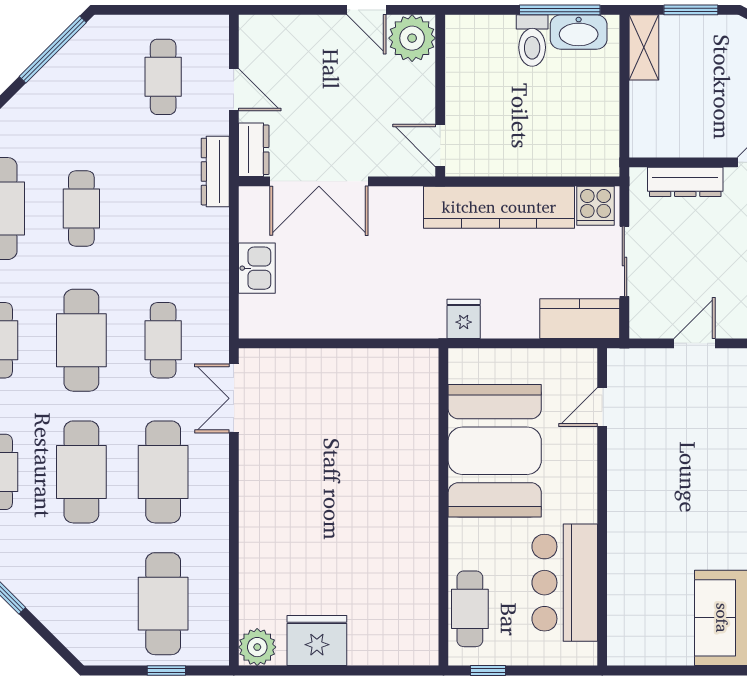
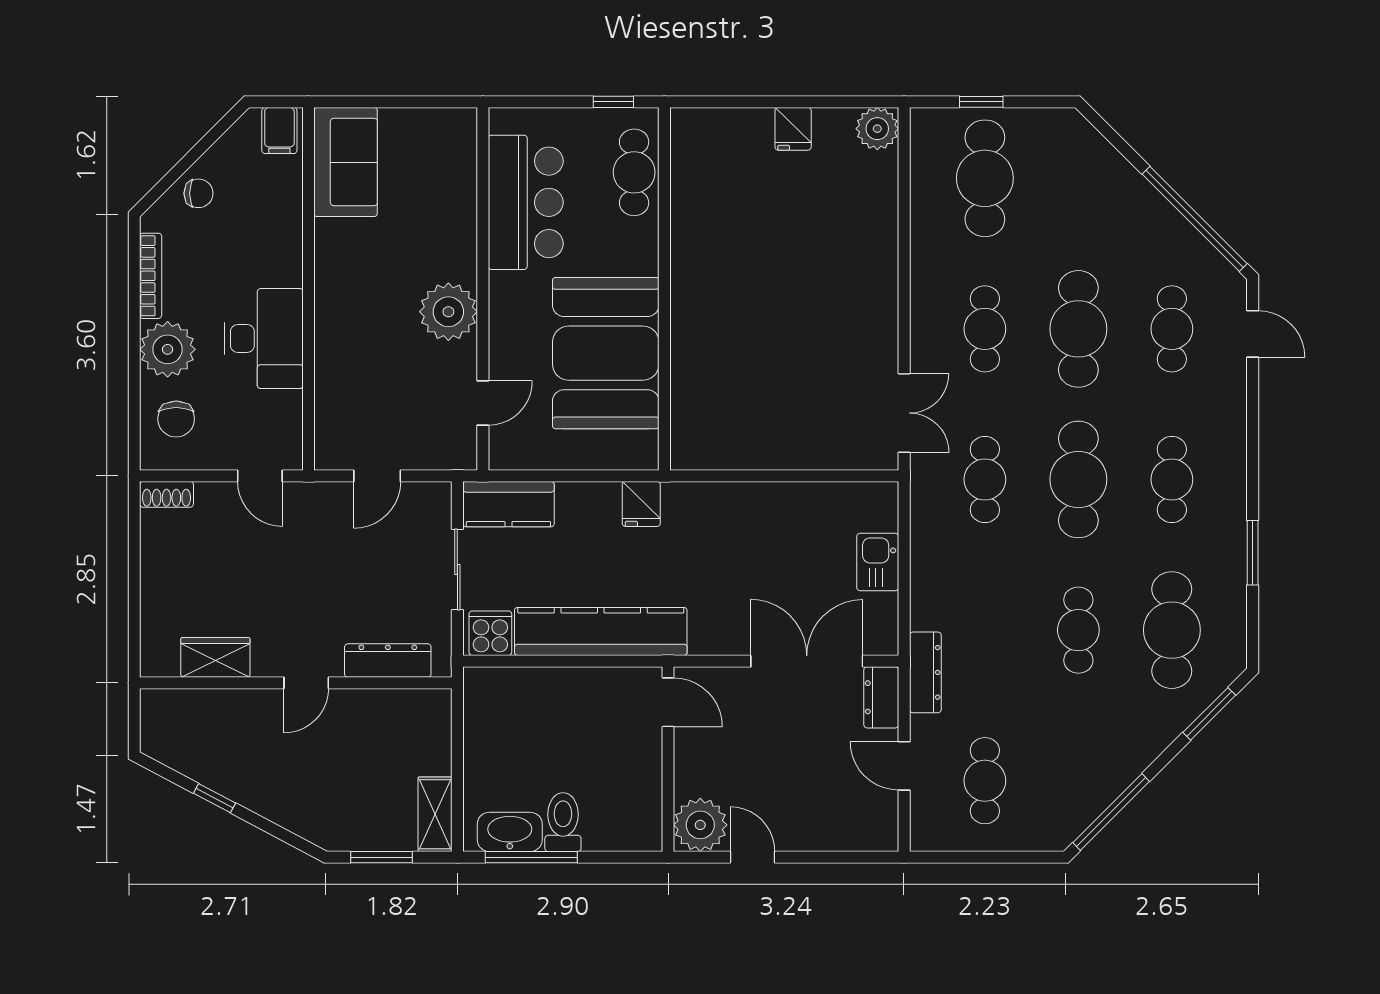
cafe table: (163, 472) -> (985, 329), width x0.73, depth x0.74
plant: (632, 487) -> (448, 312), added
fridge: (317, 641) -> (793, 129), width x0.53, depth x0.75

